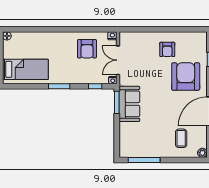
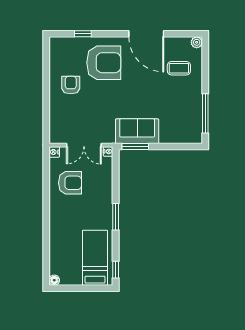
armchair: (167, 49) -> (71, 85), turned -90
armchair: (186, 77) -> (104, 63), turned 180
window: (95, 86) -> (116, 270), moved

